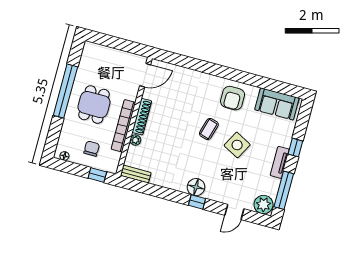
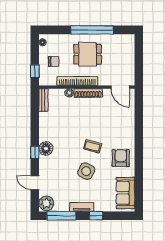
armchair: (233, 98) -> (121, 158), turned 90

